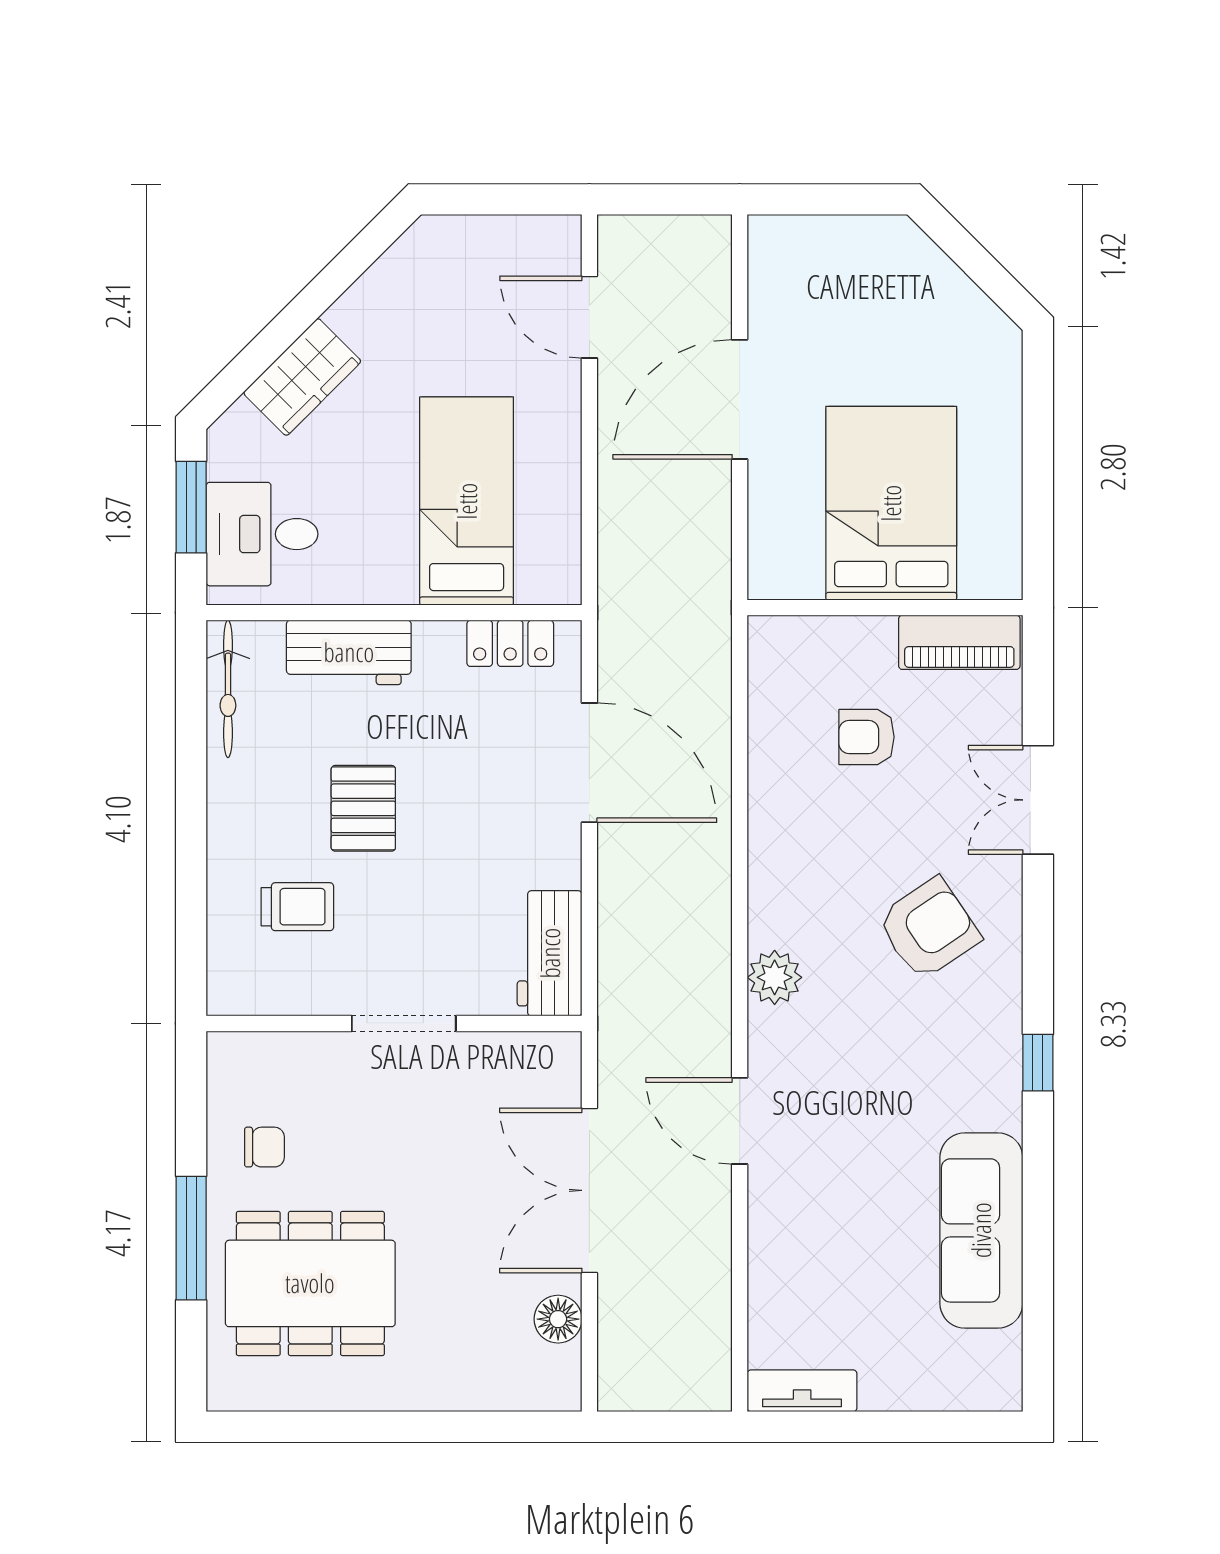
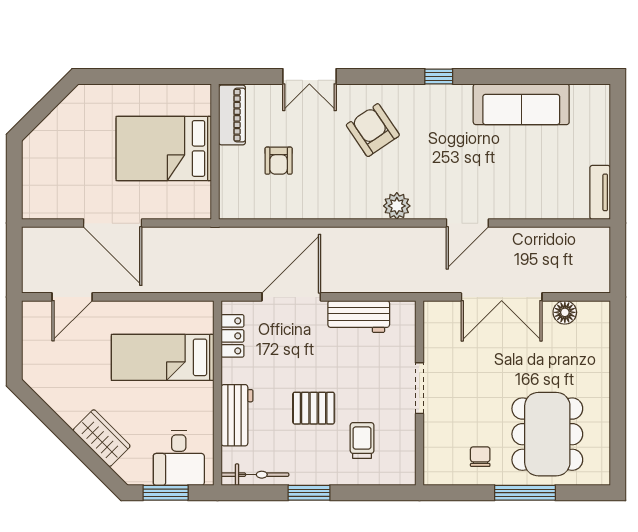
window: (191, 799) -> (309, 493), added
workbench: (550, 953) -> (359, 317), moved

